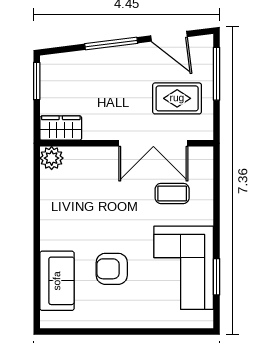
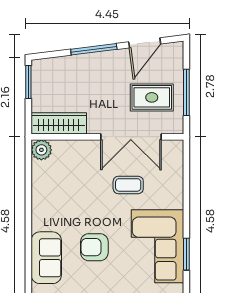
door: (169, 36) -> (145, 43), hinge flipped
window: (217, 74) -> (186, 92), moved
wardrobe: (61, 128) -> (59, 123), width x1.50
coffee table: (172, 193) -> (128, 185), moved

